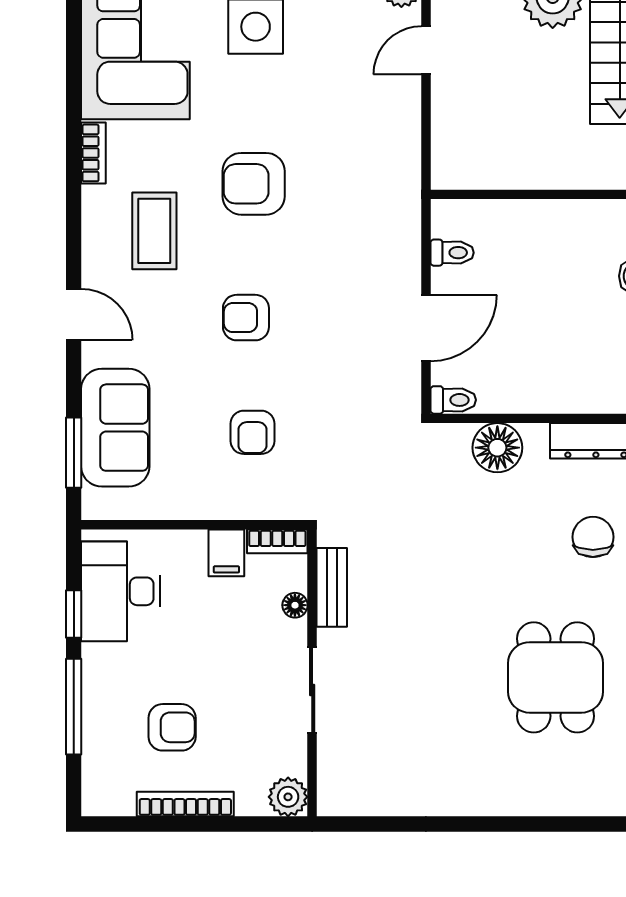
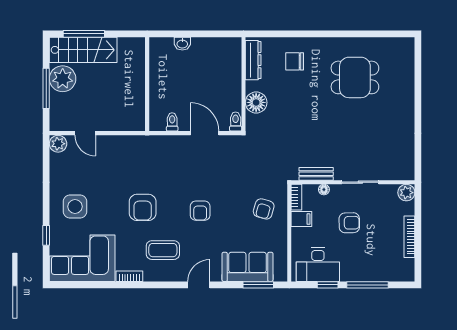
armchair: (253, 432) -> (264, 209), moved, turned 106
armchair: (172, 727) -> (349, 223), moved, turned 89

